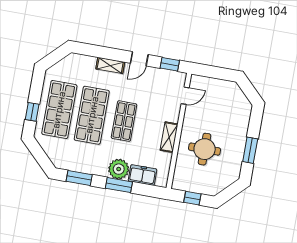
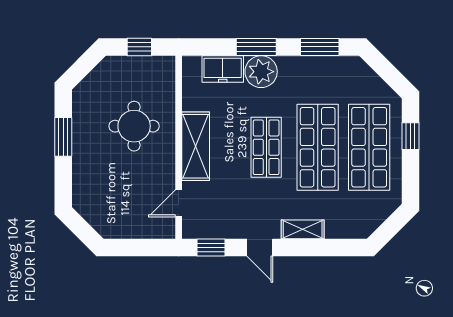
door: (139, 59) -> (260, 248), swing flipped
shelving: (169, 137) -> (196, 146), width x1.50, depth x1.33

